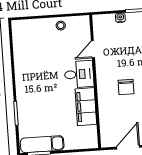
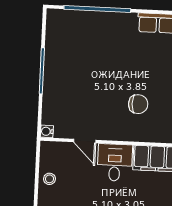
water cooler: (120, 18) -> (47, 131), moved

